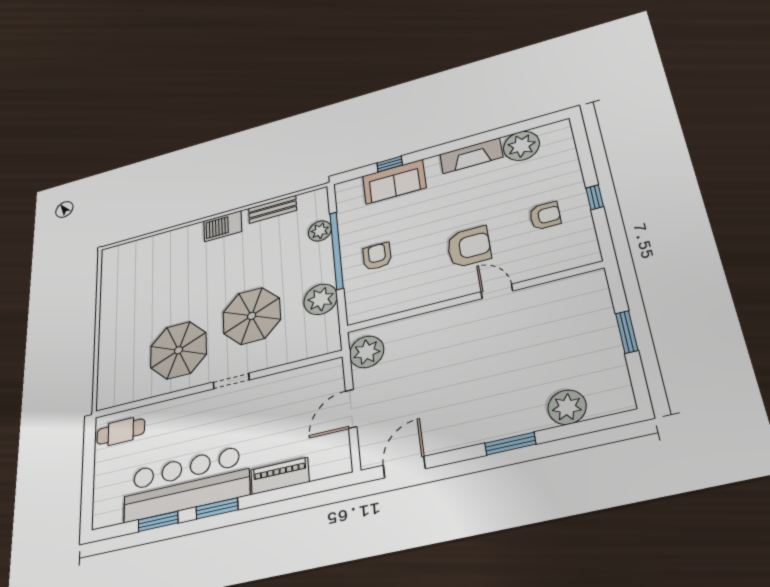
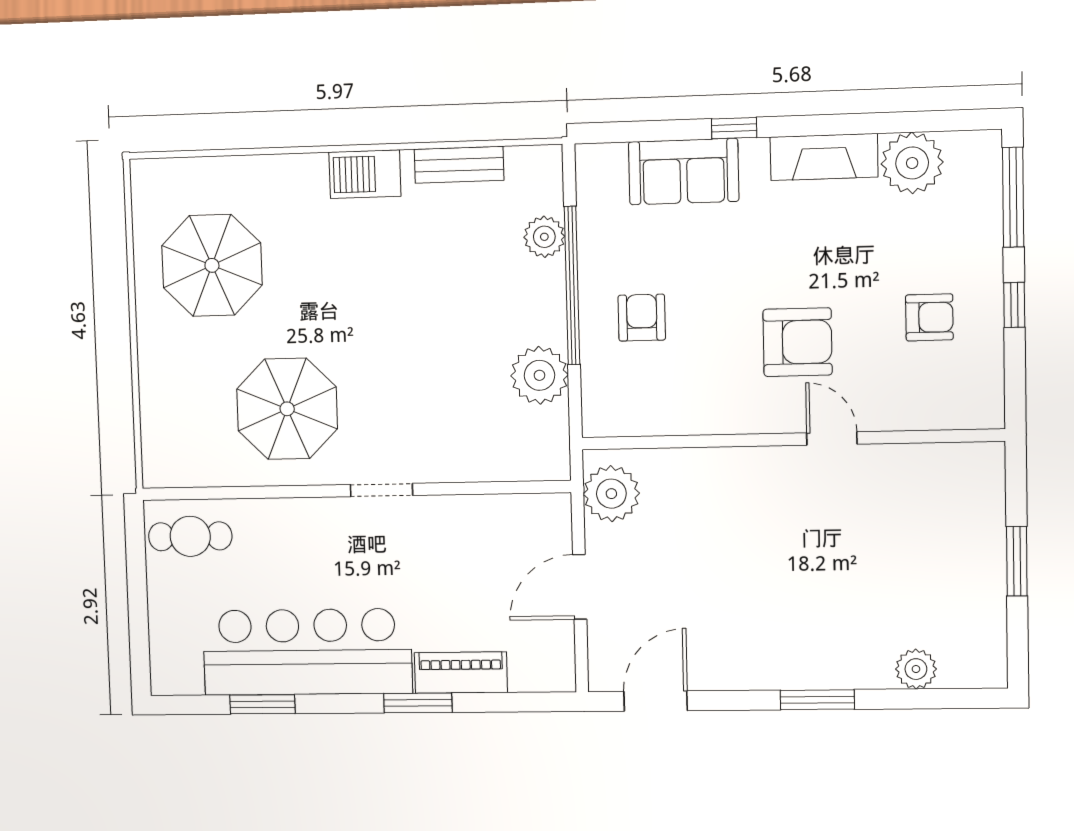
window: (583, 147) -> (1013, 197), added
window: (390, 164) -> (734, 128), moved
parasol: (252, 316) -> (212, 265), moved
plant: (567, 407) -> (916, 669), width x0.73, depth x0.73
window: (217, 508) -> (418, 703), moved

